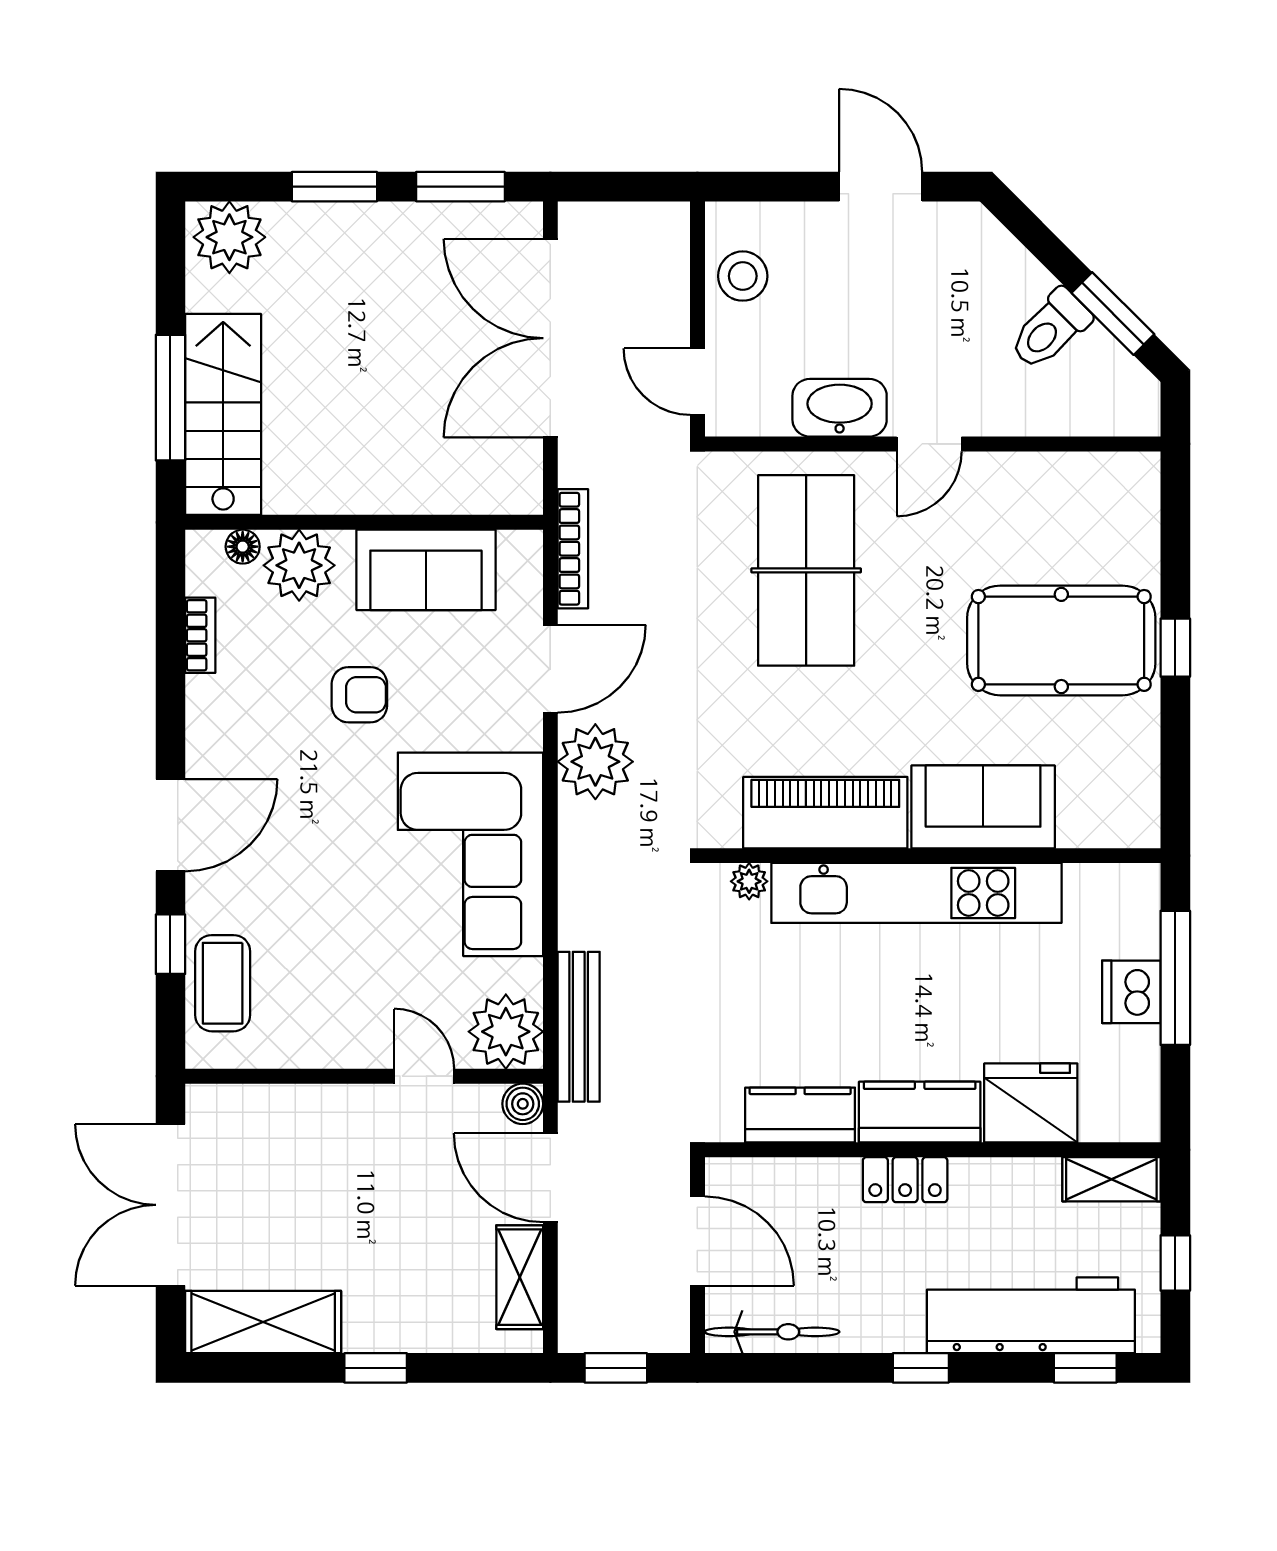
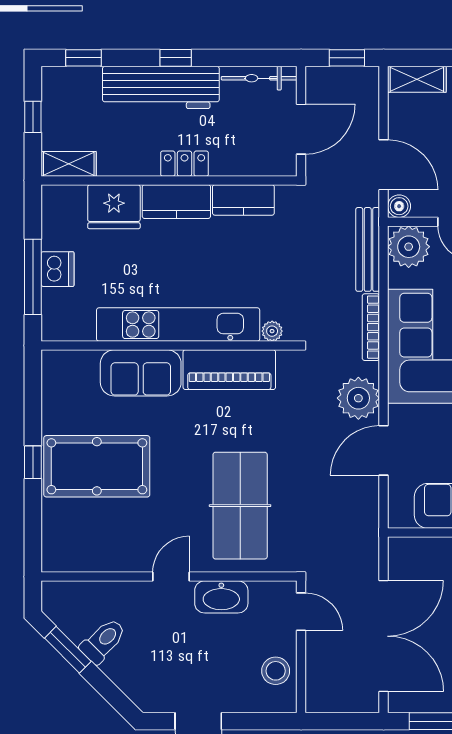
bookcase: (573, 549) -> (371, 327), moved
door: (697, 1241) -> (301, 129), swing flipped
shelving: (520, 1277) -> (417, 79), moved, turned 90
workbench: (1031, 1315) -> (161, 87), moved

